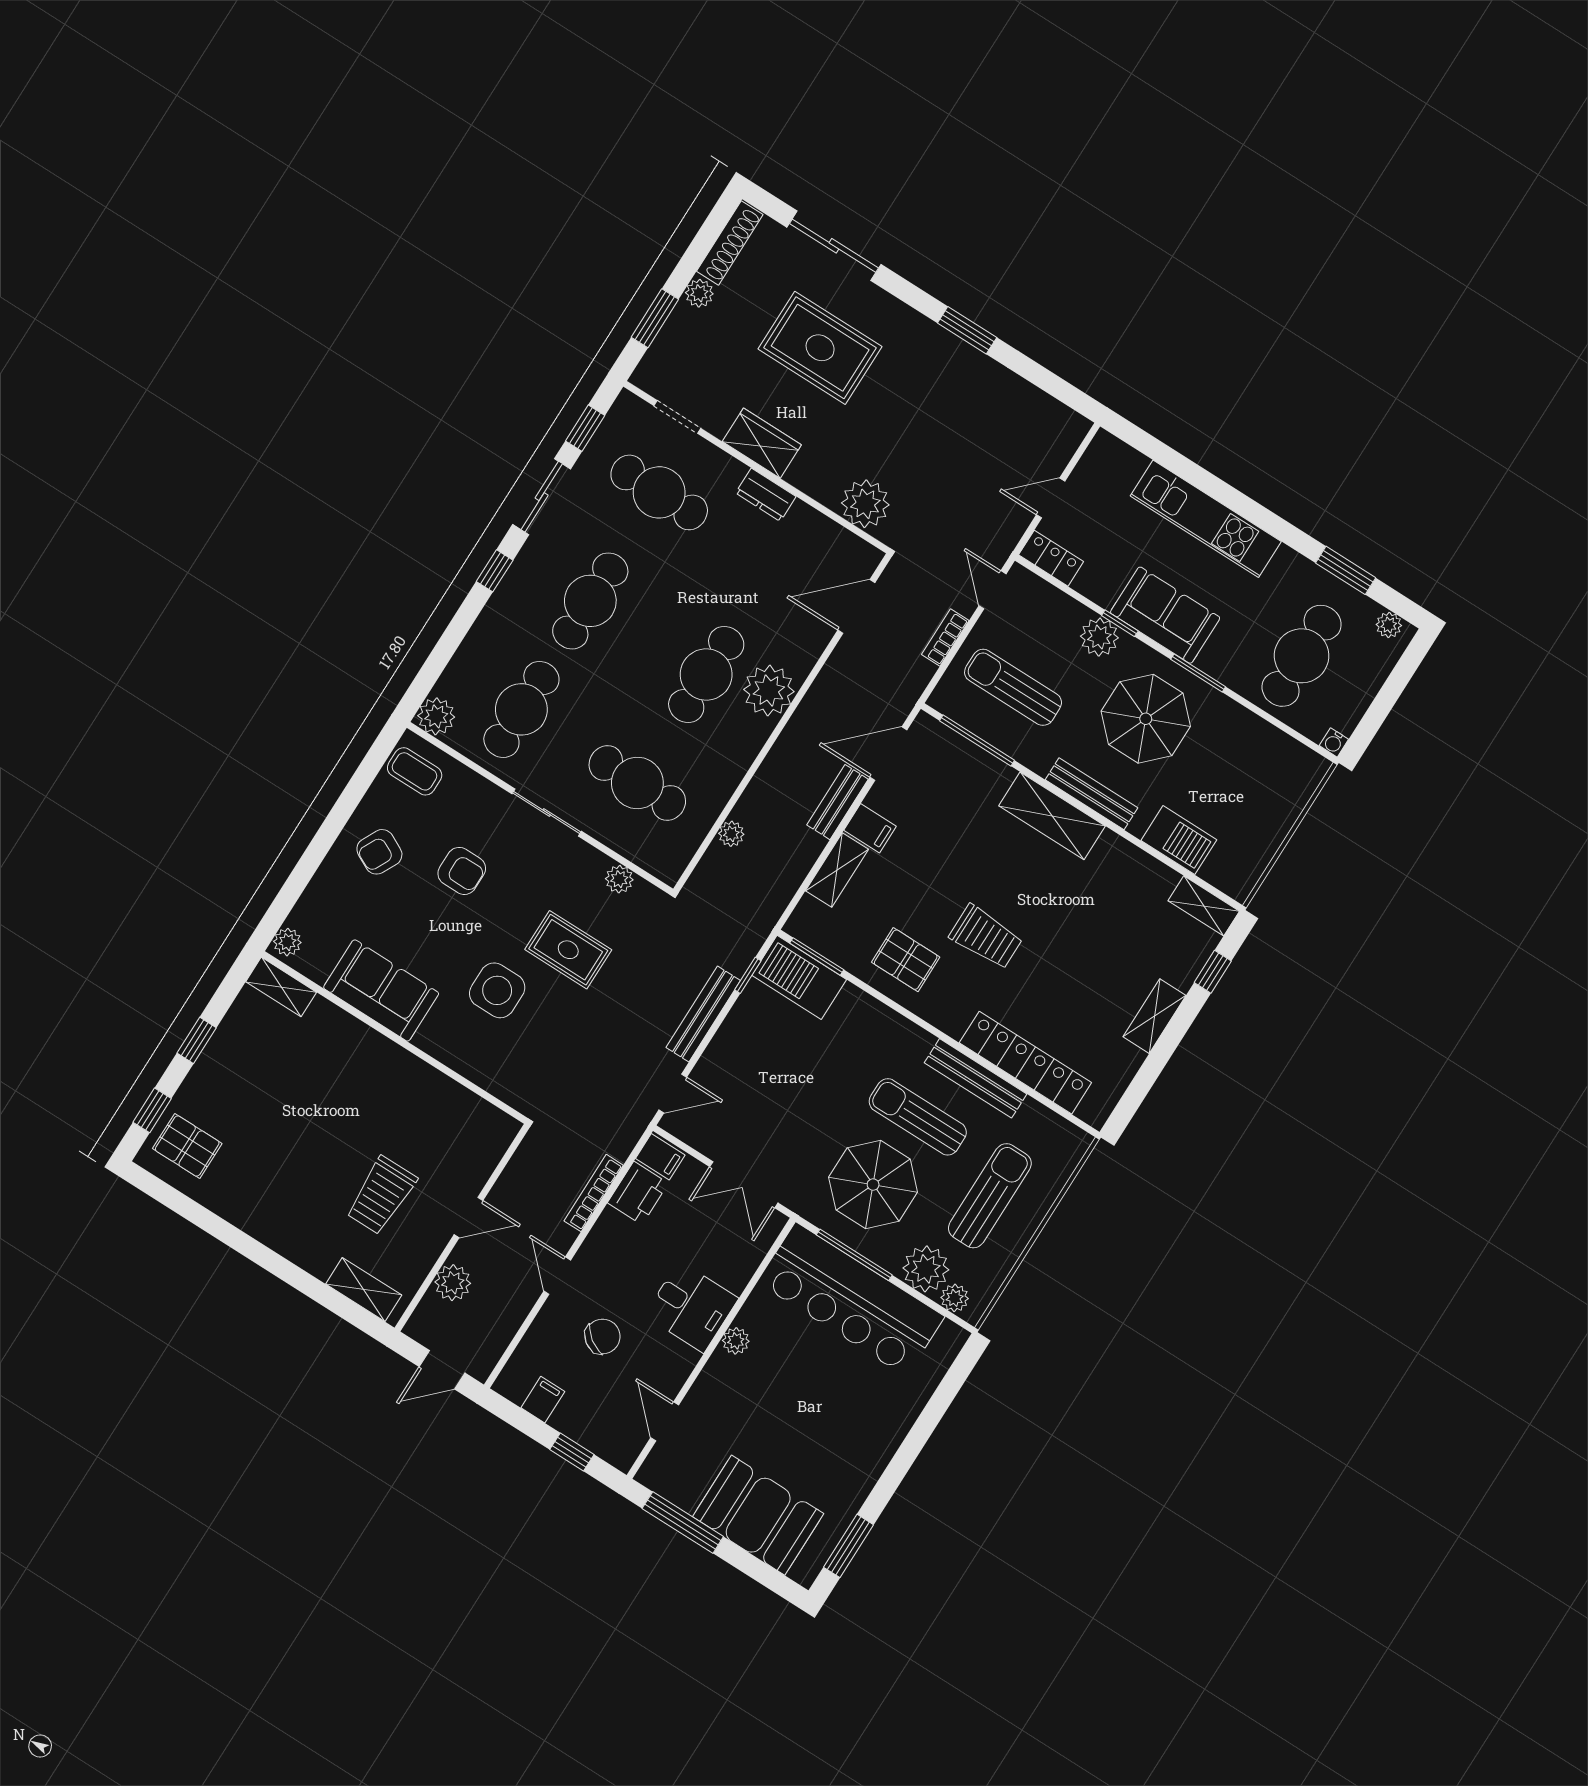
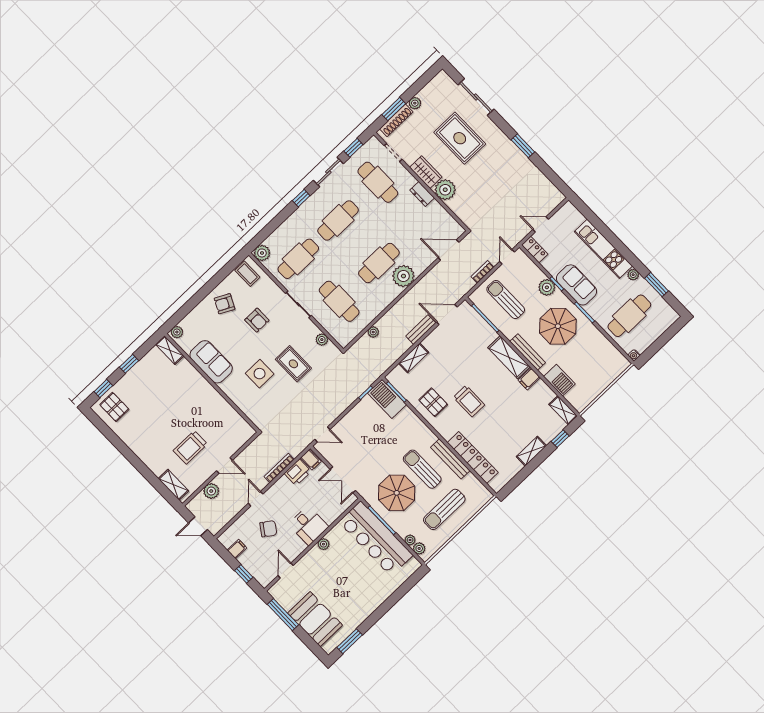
shoe rack: (730, 243) -> (396, 120), moved
plant: (865, 504) -> (445, 190), moved
plant: (1389, 625) -> (633, 275), moved
filing cabinet: (870, 828) -> (529, 379), moved, turned 90
bench: (703, 1014) -> (343, 404), removed
sun lounger: (990, 1196) -> (444, 509), turned 180
plant: (926, 1269) -> (410, 540), width x0.53, depth x0.53

